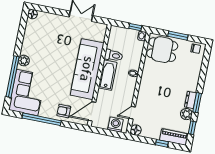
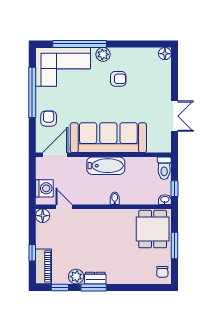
armchair: (44, 53) -> (118, 79), added
toilet: (114, 55) -> (164, 168), moved
door: (92, 111) -> (55, 155), hinge flipped

